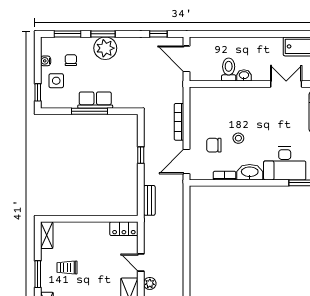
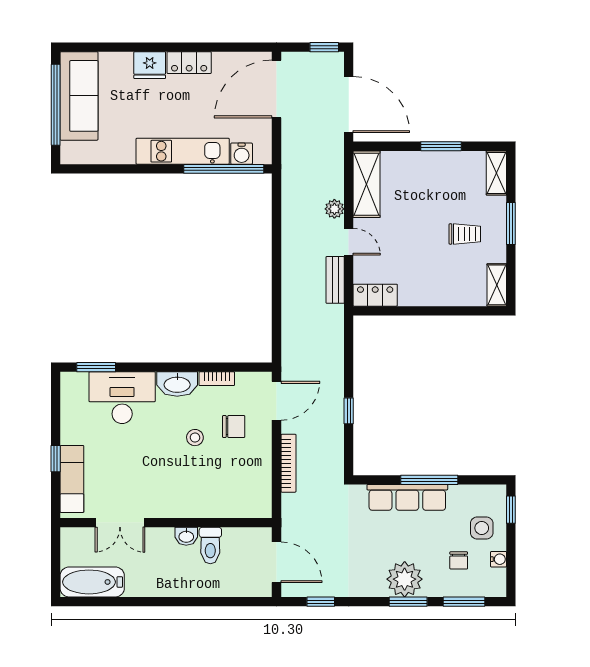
row of seats: (95, 100) -> (407, 497), width x1.48
bench: (149, 200) -> (335, 280), moved

